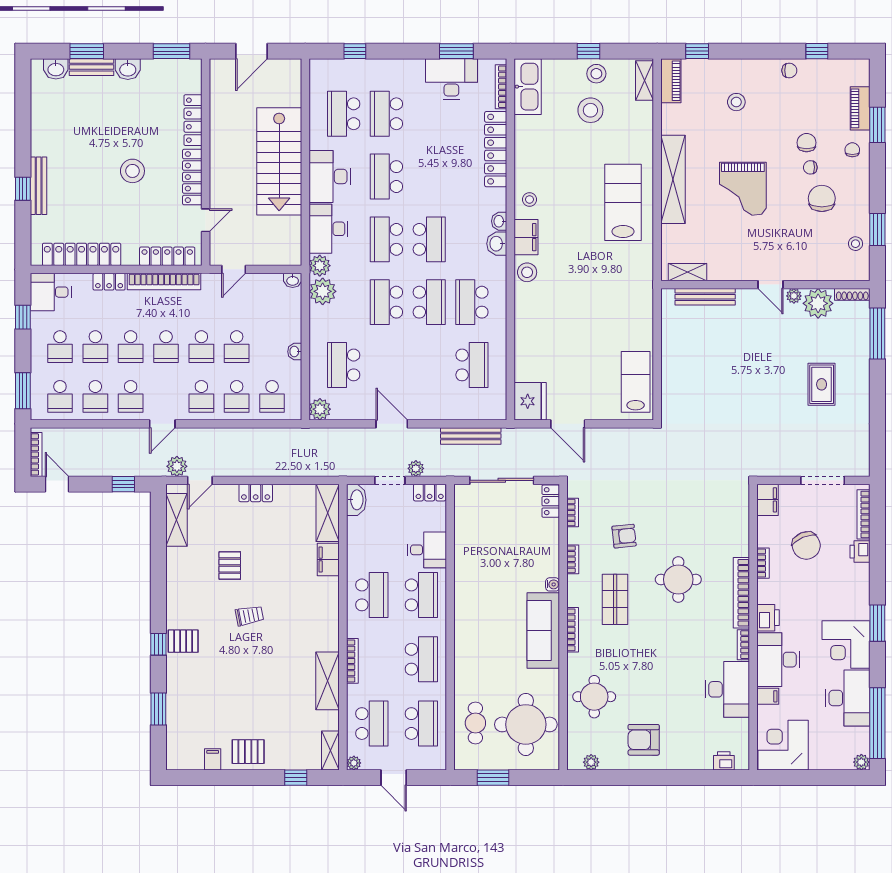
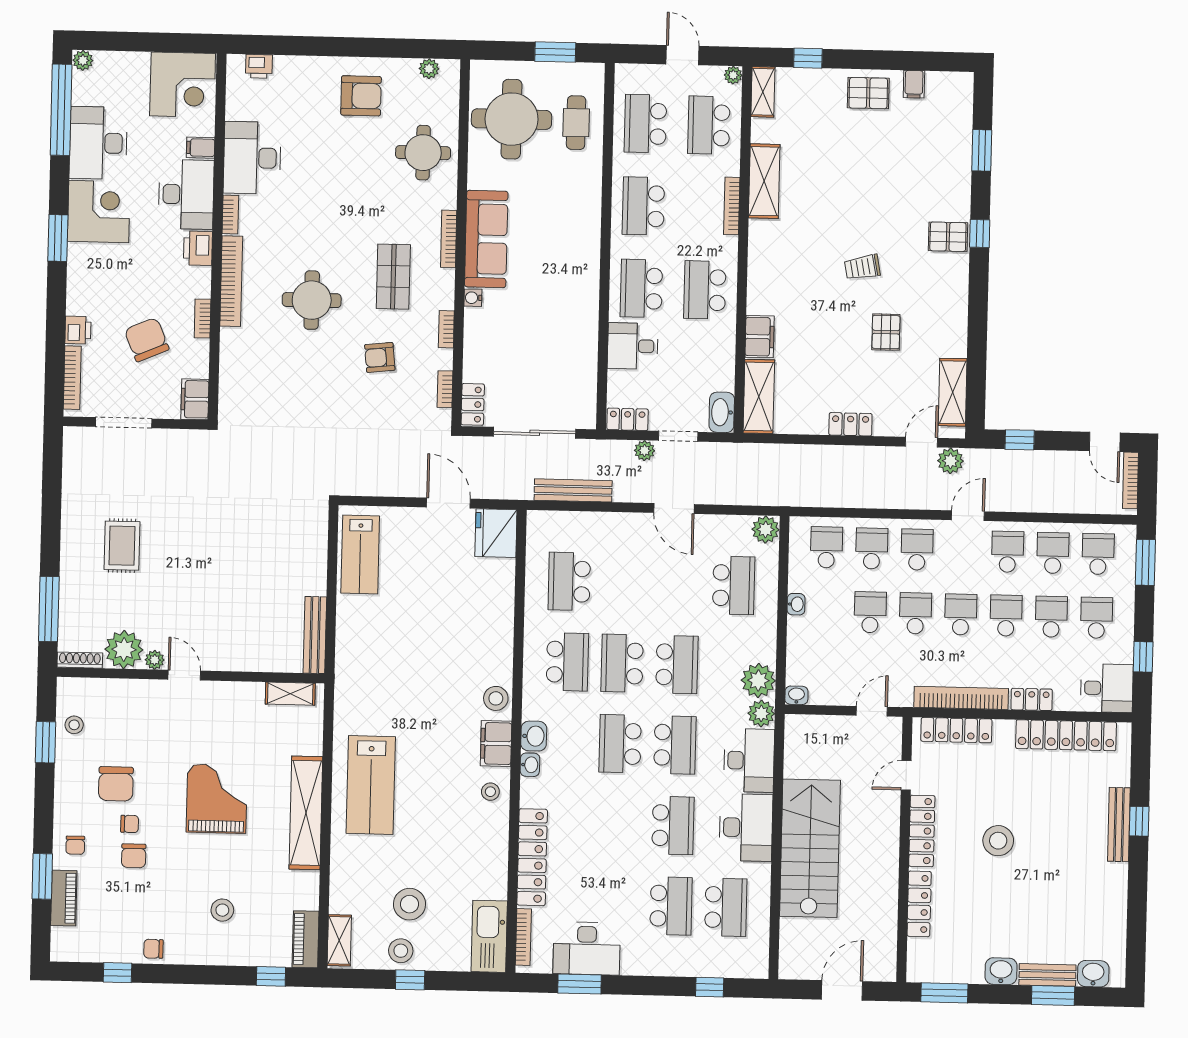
bench: (705, 297) -> (315, 635), moved, turned 90

